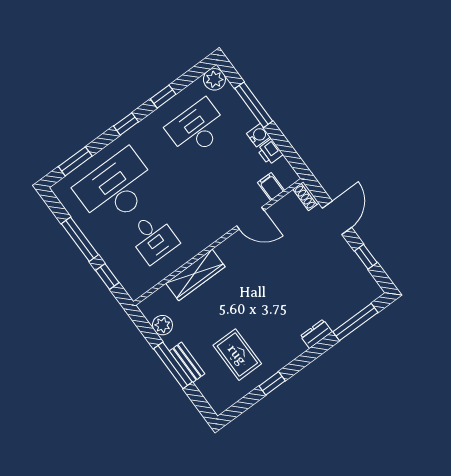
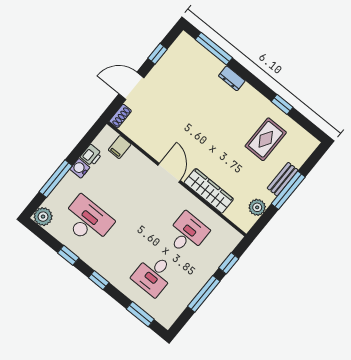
desk: (197, 128) -> (87, 221), turned 180
desk: (116, 188) -> (154, 275), width x0.53, depth x0.77
door: (250, 218) -> (169, 173), moved

